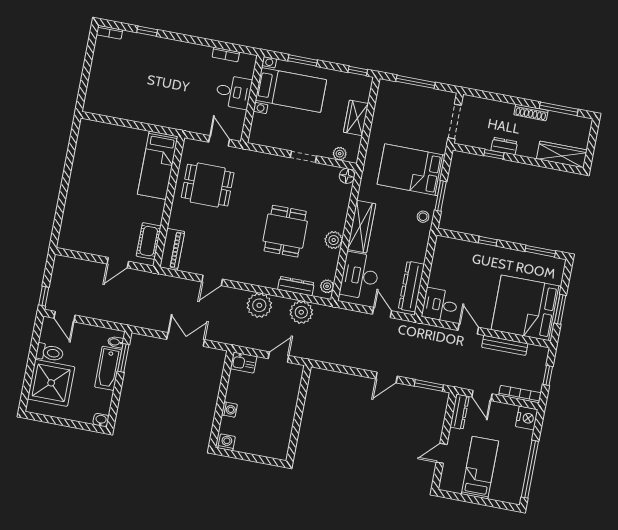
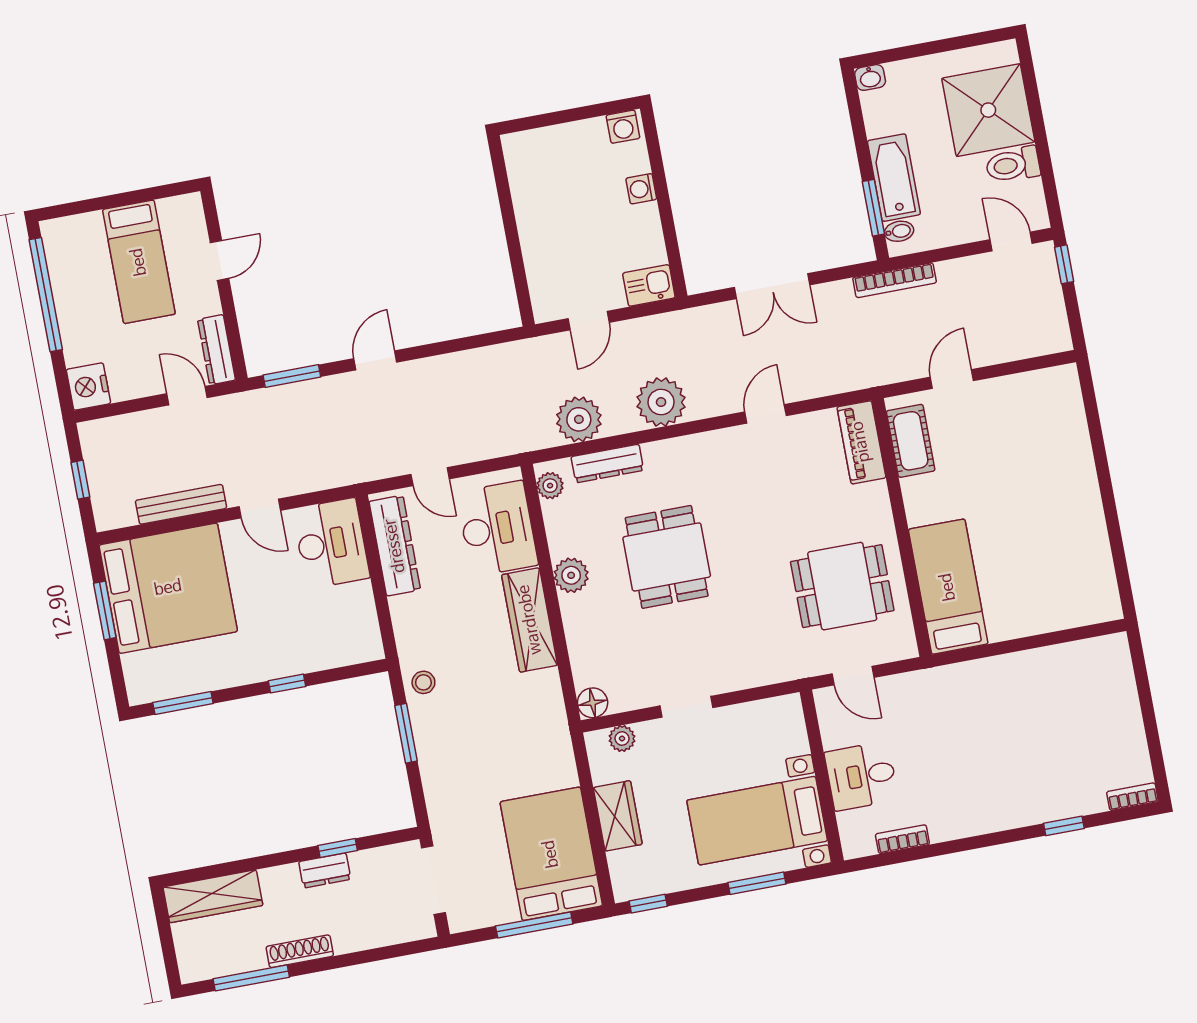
bed: (411, 170) -> (551, 854), moved, turned -90
desk: (440, 305) -> (331, 543), width x1.37
bookcase: (520, 394) -> (895, 280), moved

